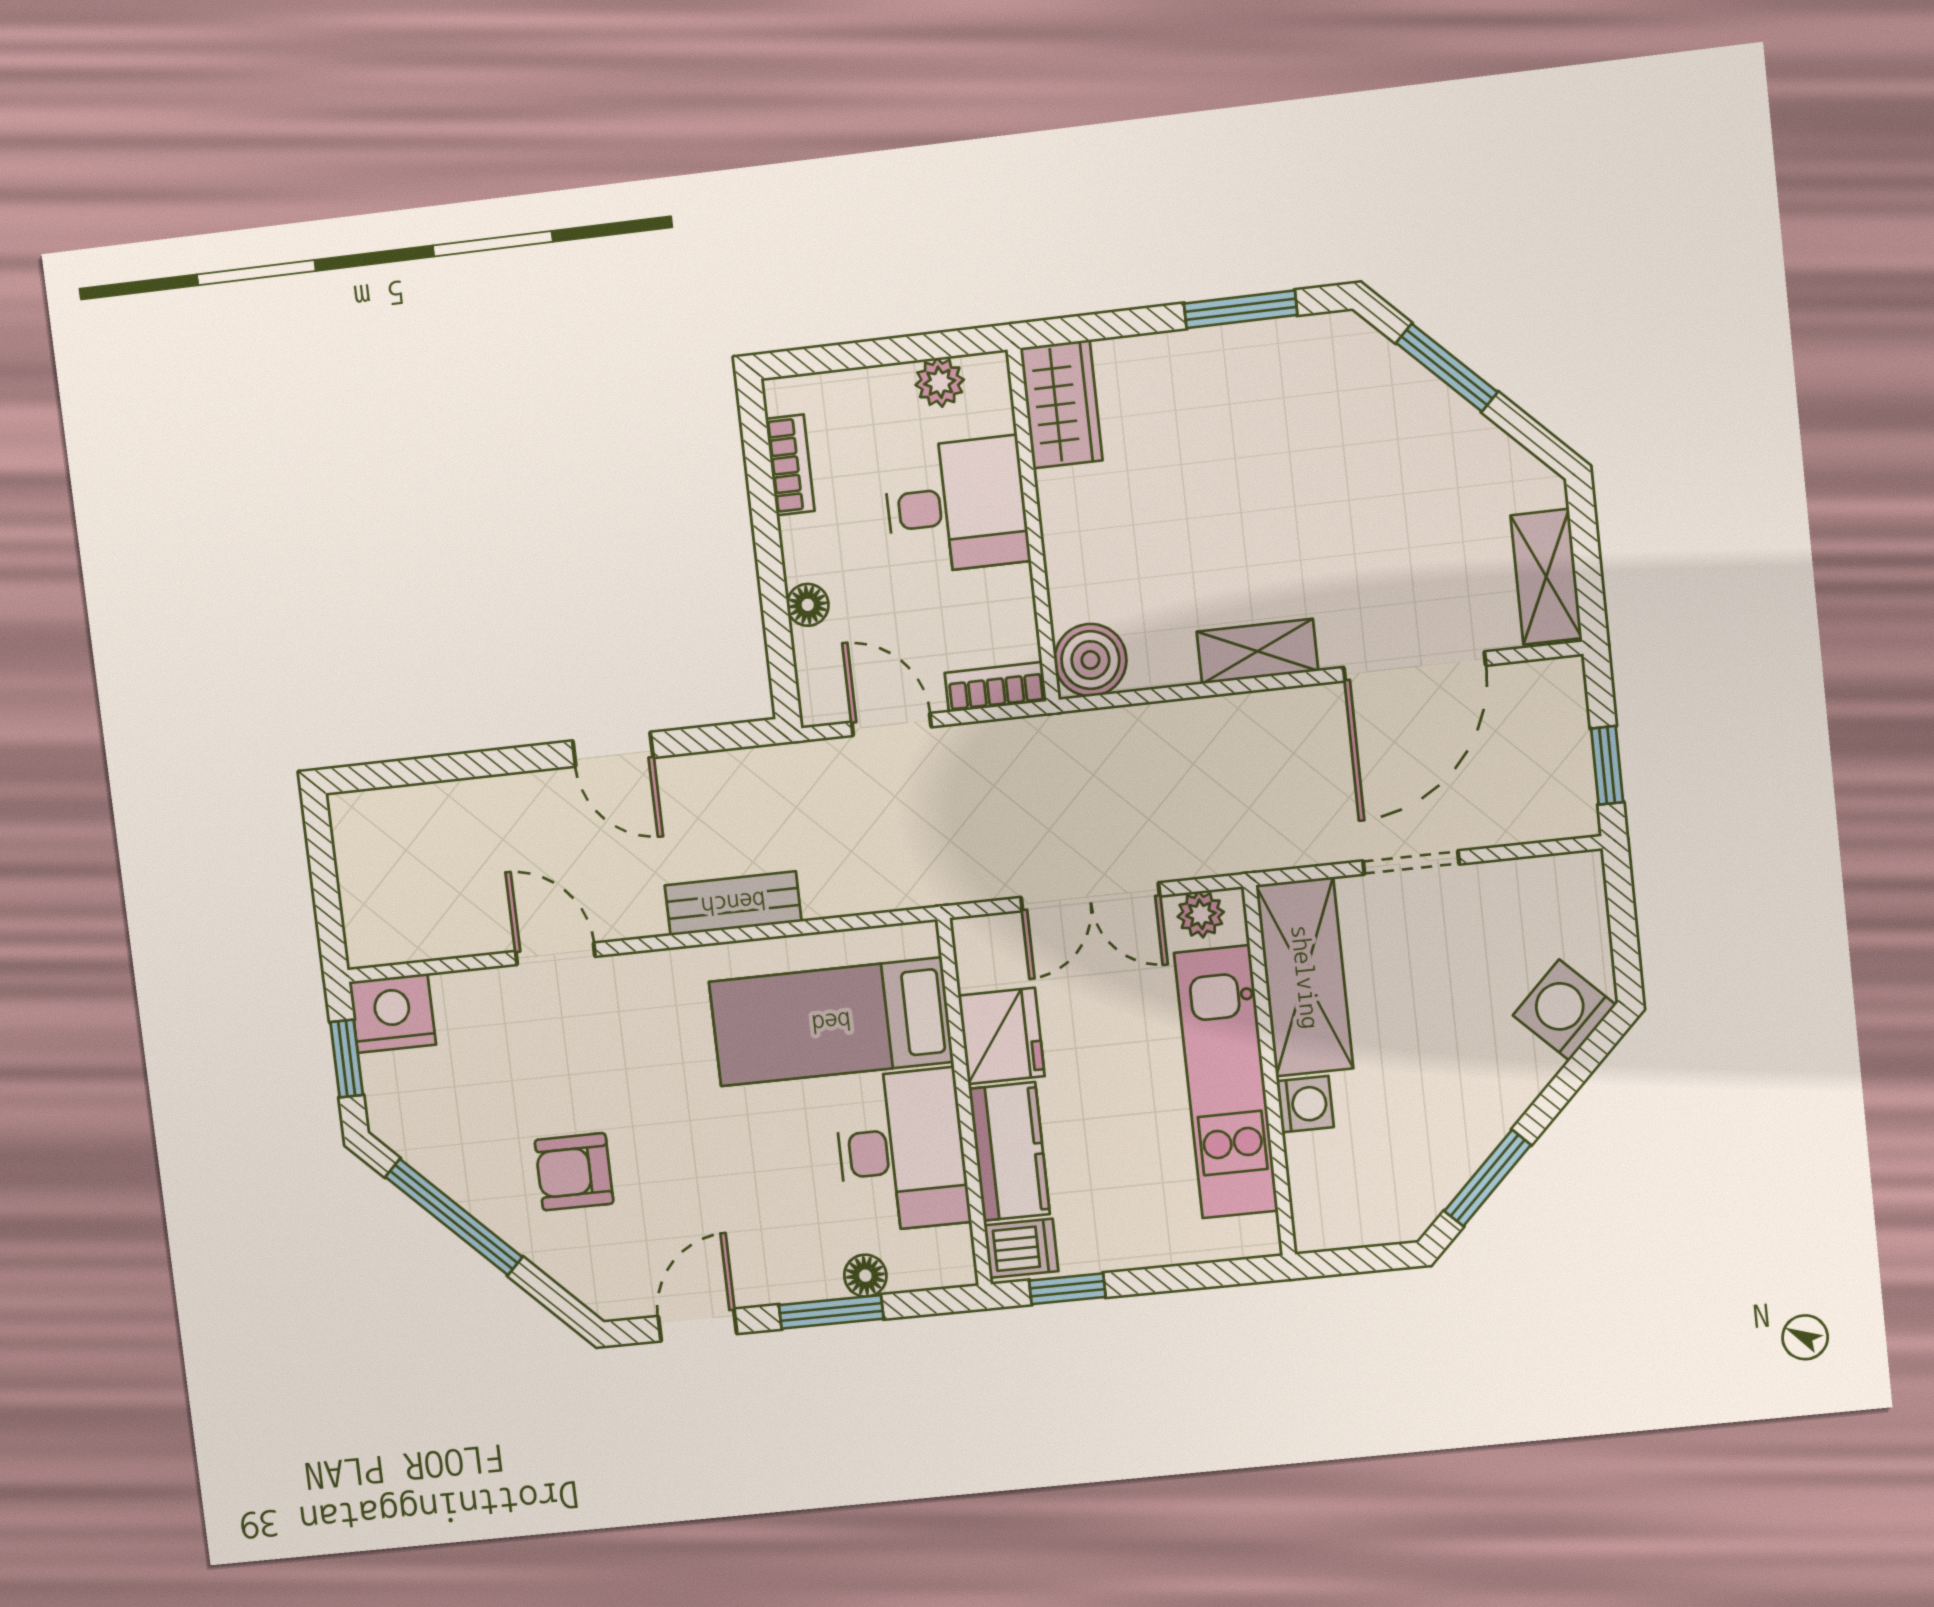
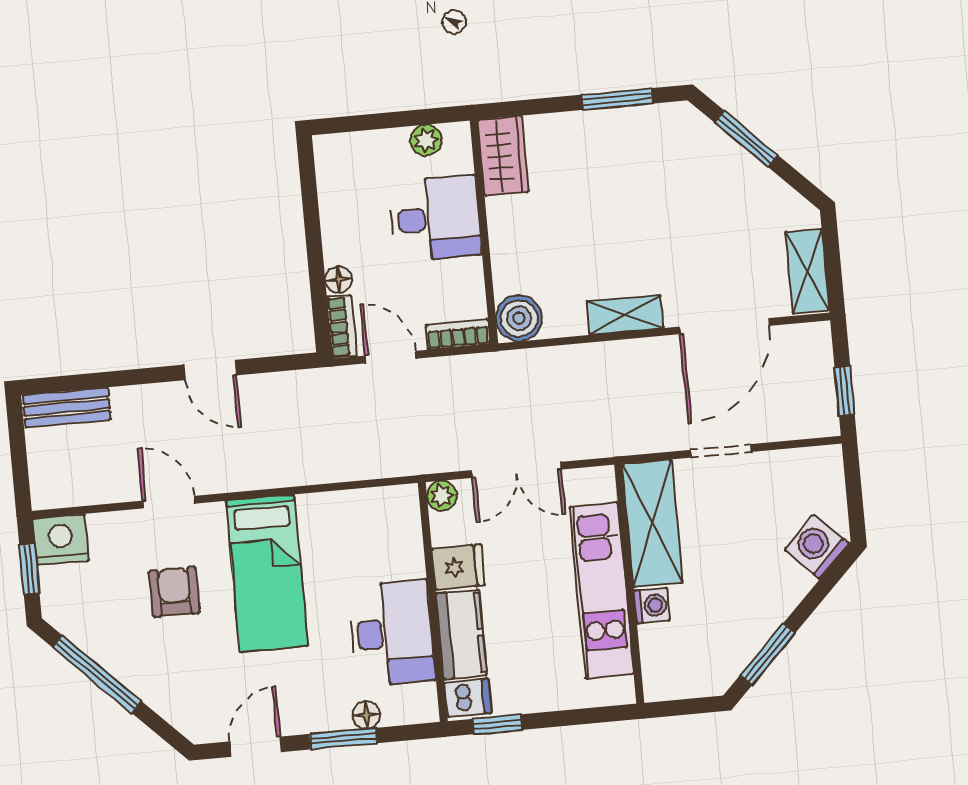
bookcase: (790, 465) -> (342, 327), moved
bench: (733, 903) -> (67, 408), moved
plant: (1201, 914) -> (442, 496), moved
bed: (831, 1022) -> (267, 573), moved, turned -90
fridge: (1001, 1036) -> (458, 567), width x0.72
armchair: (574, 1172) -> (174, 592), moved, turned 90

